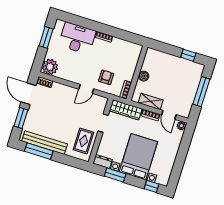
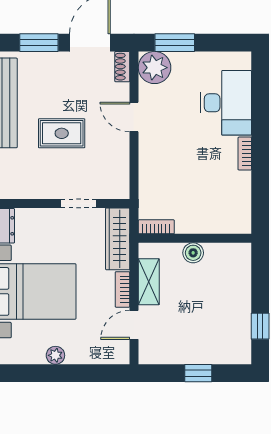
window: (46, 37) -> (175, 43), moved
armchair: (106, 77) -> (168, 182), removed
door: (86, 89) -> (134, 117), moved
window: (201, 92) -> (198, 373), width x0.46
plant: (181, 126) -> (55, 355), moved
rug: (83, 141) -> (62, 133), moved

